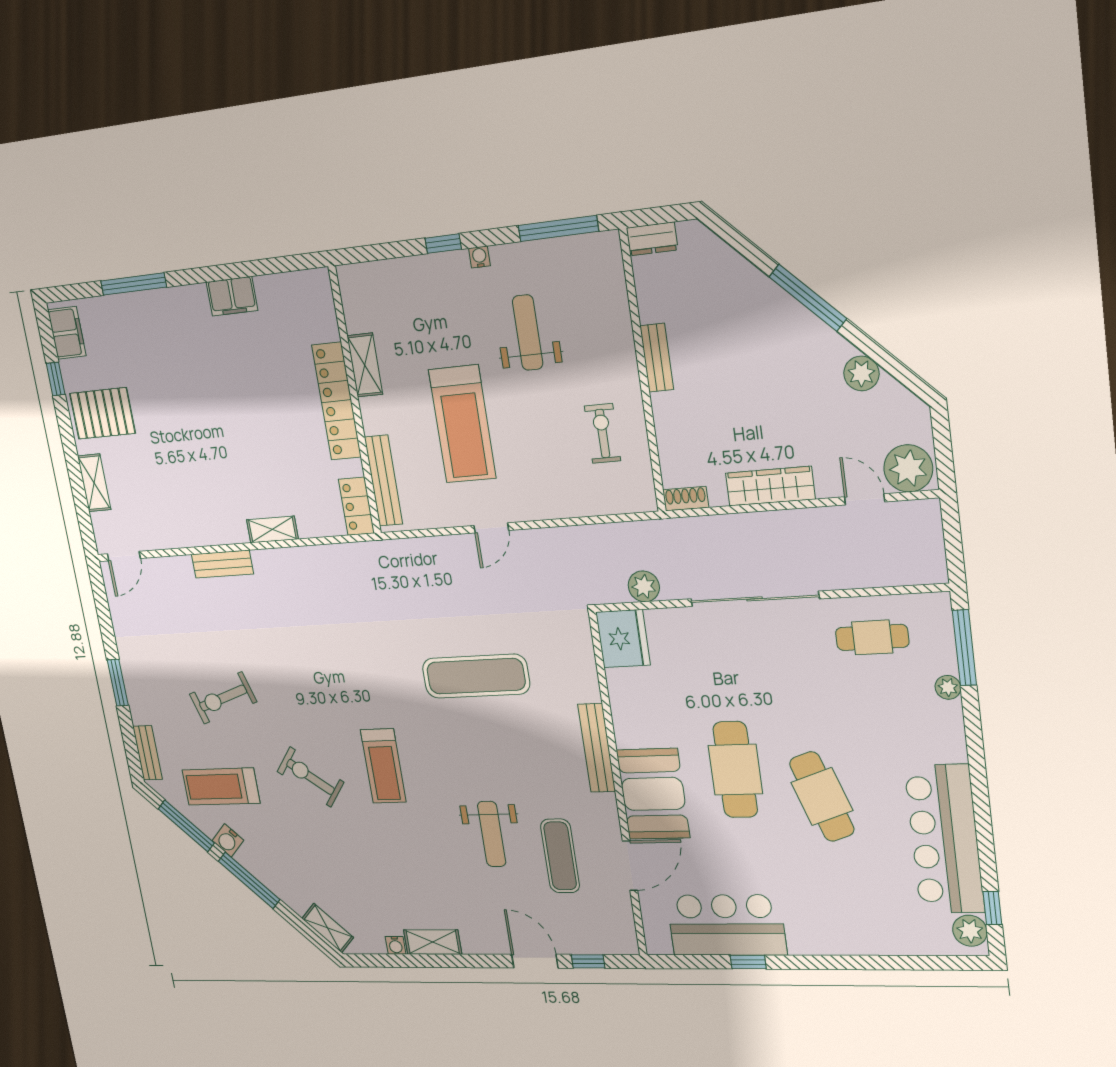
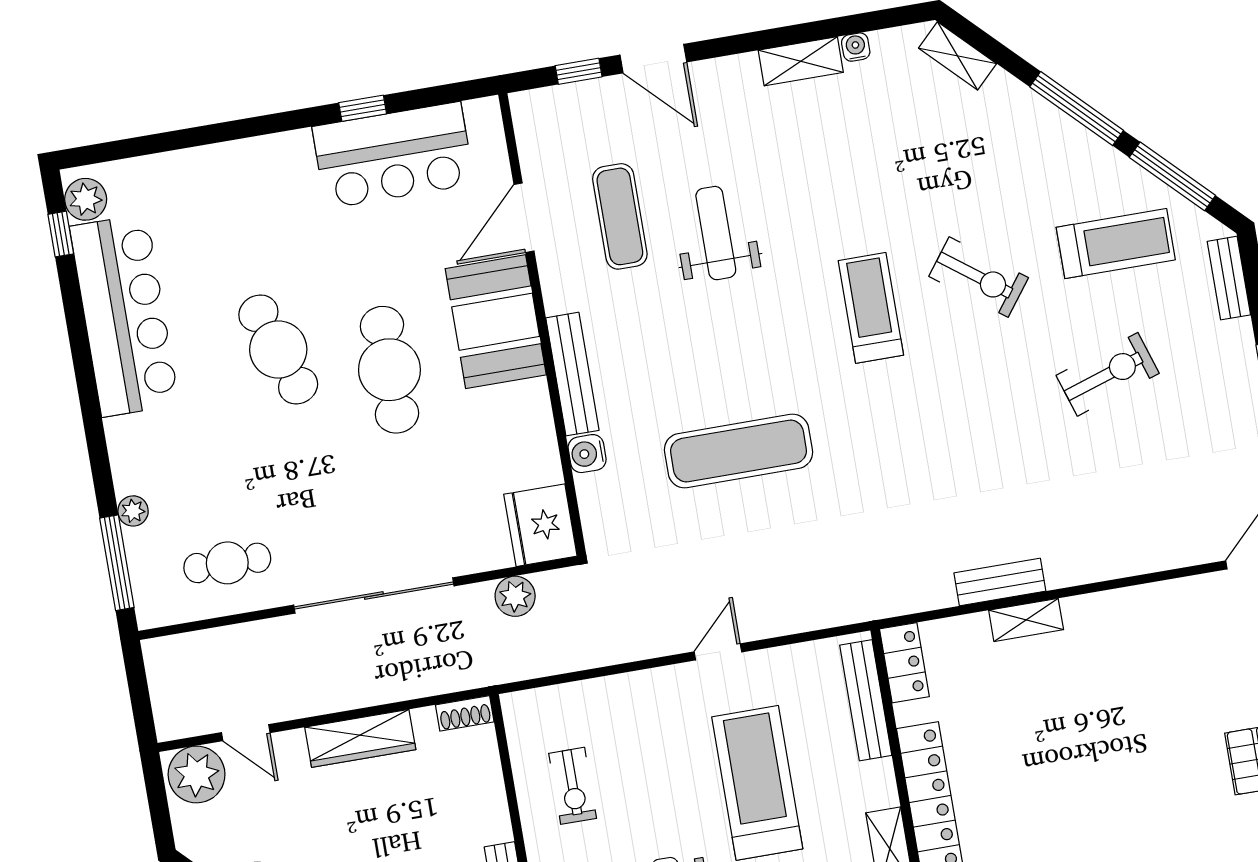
bench: (222, 564) -> (1000, 582), moved
water cooler: (228, 840) -> (587, 454), moved, turned -135

